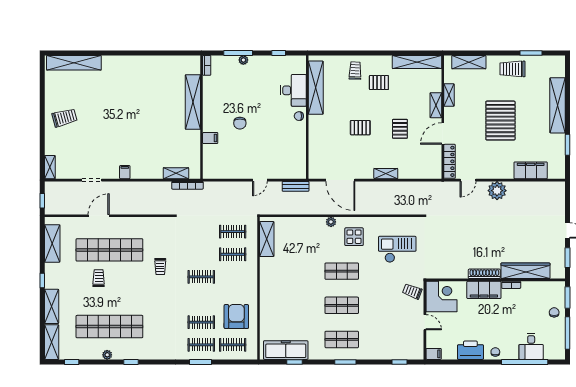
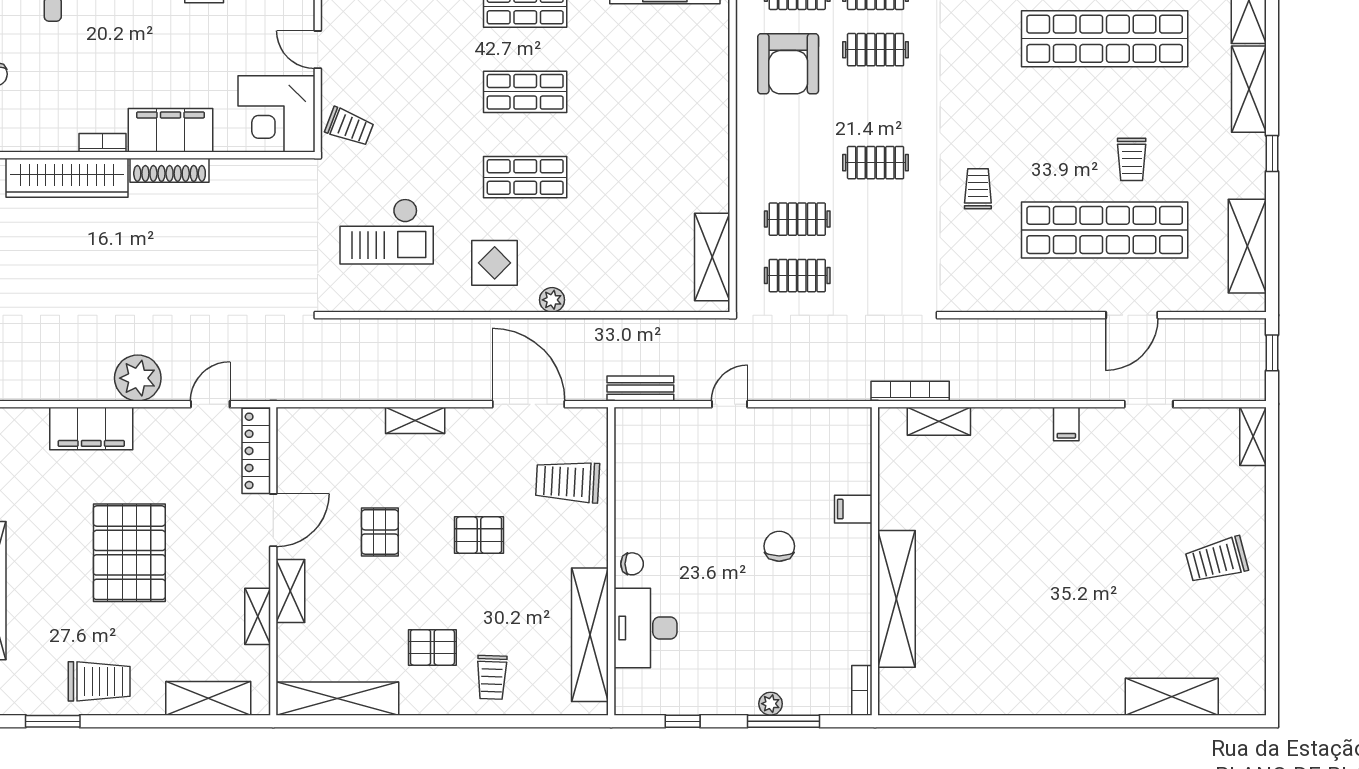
shelving: (74, 63) -> (1172, 697), width x0.68
trolley: (325, 149) -> (568, 482), added
filing cabinet: (531, 170) -> (91, 428), moved

